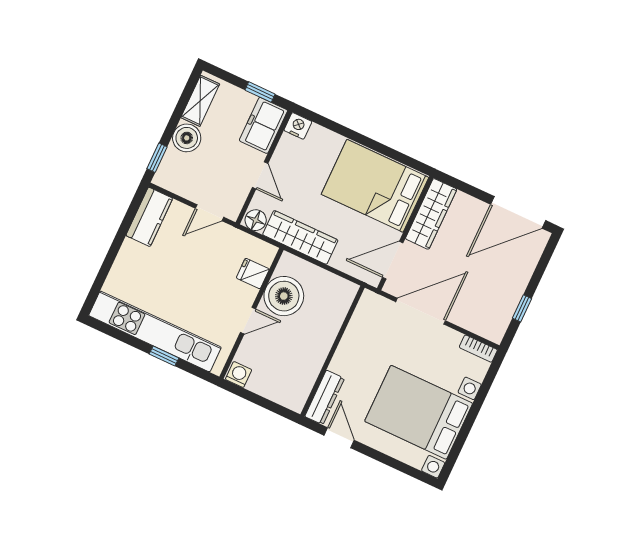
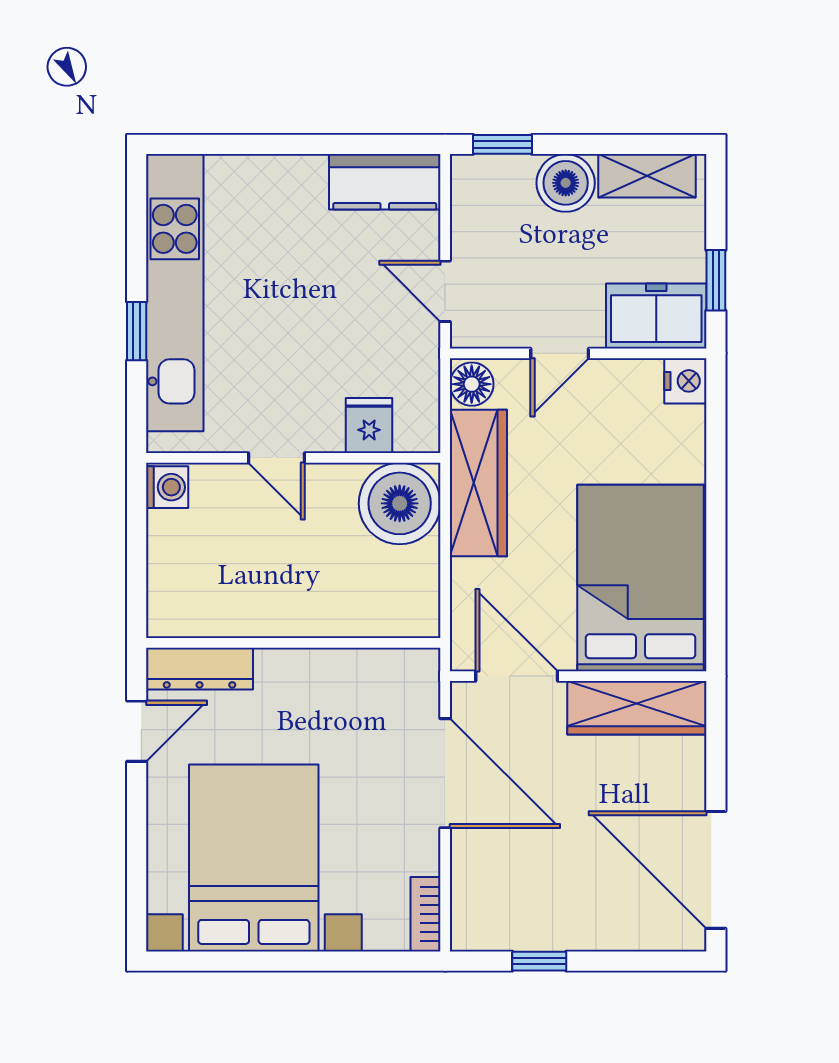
boiler: (284, 296) -> (400, 503), moved

